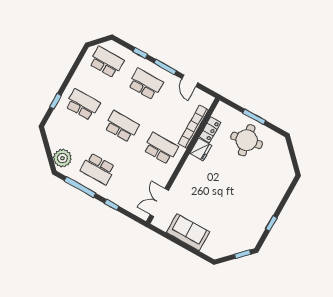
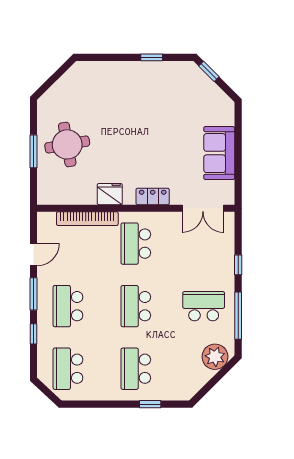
locker: (210, 130) -> (153, 196), moved
school desk: (98, 169) -> (204, 306), turned -90

